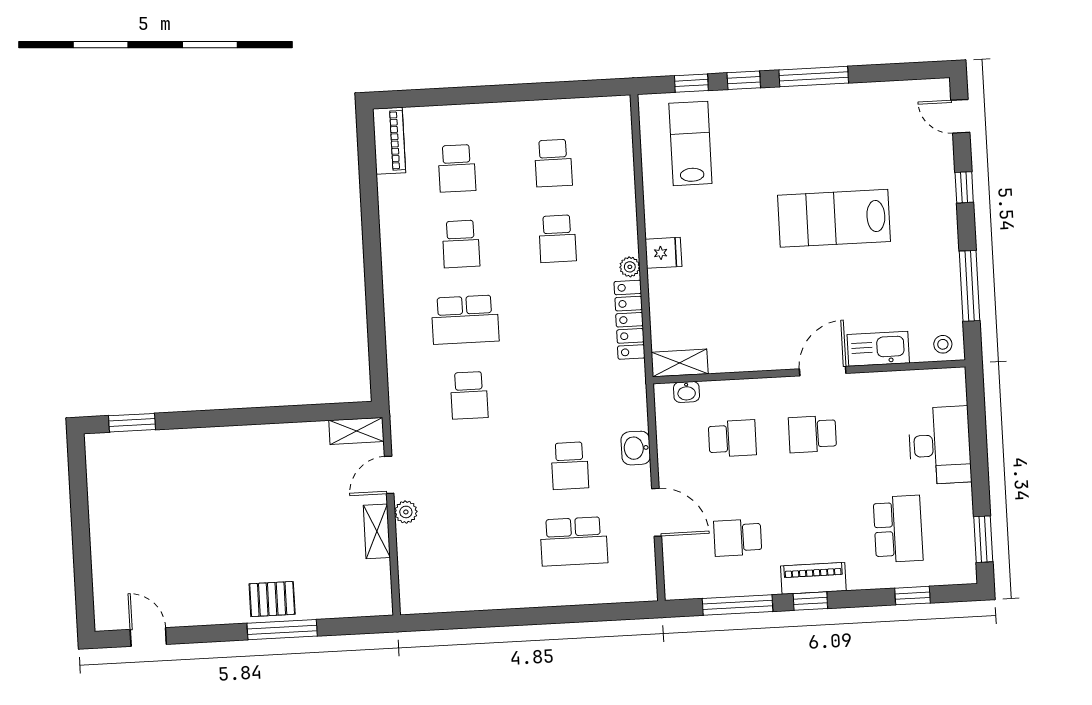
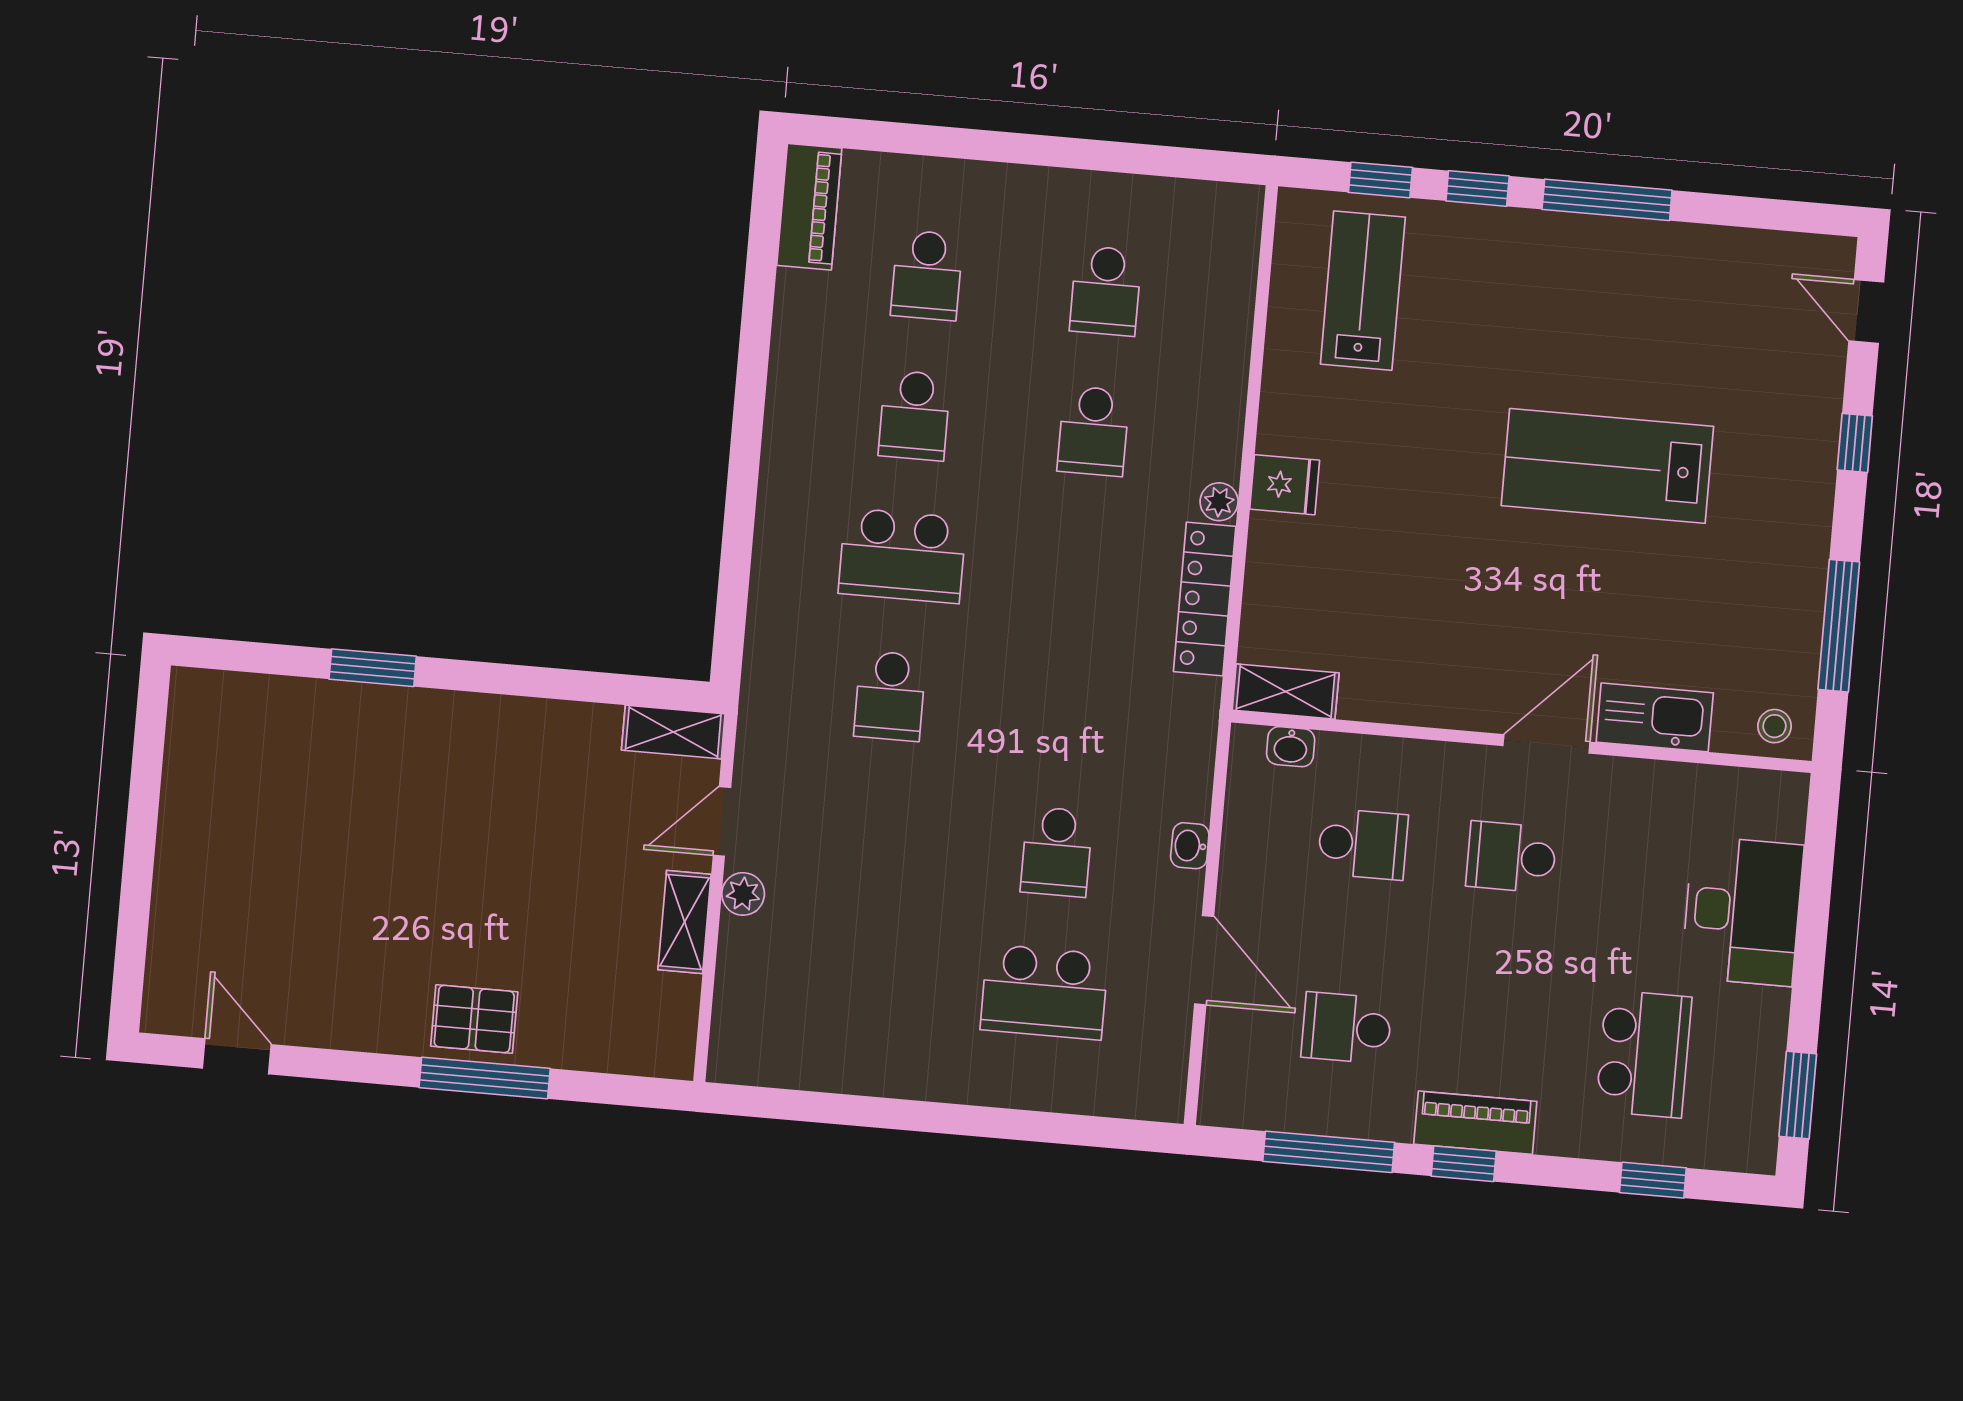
window: (132, 423) -> (373, 668), moved
washbasin: (636, 448) -> (1190, 846), width x0.72, depth x0.69

